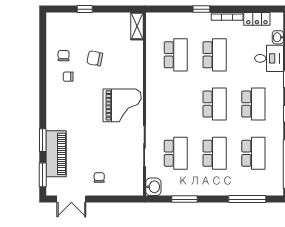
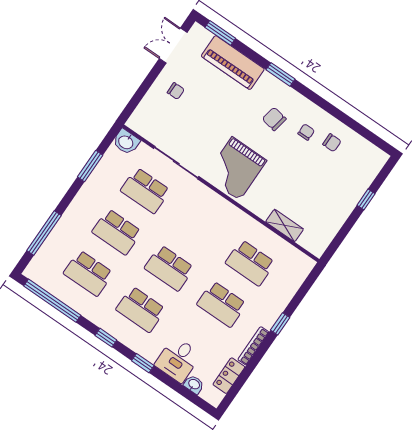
shelving: (137, 26) -> (285, 225), moved
chair: (95, 58) -> (274, 119), moved, turned -91
window: (43, 140) -> (281, 74), moved

